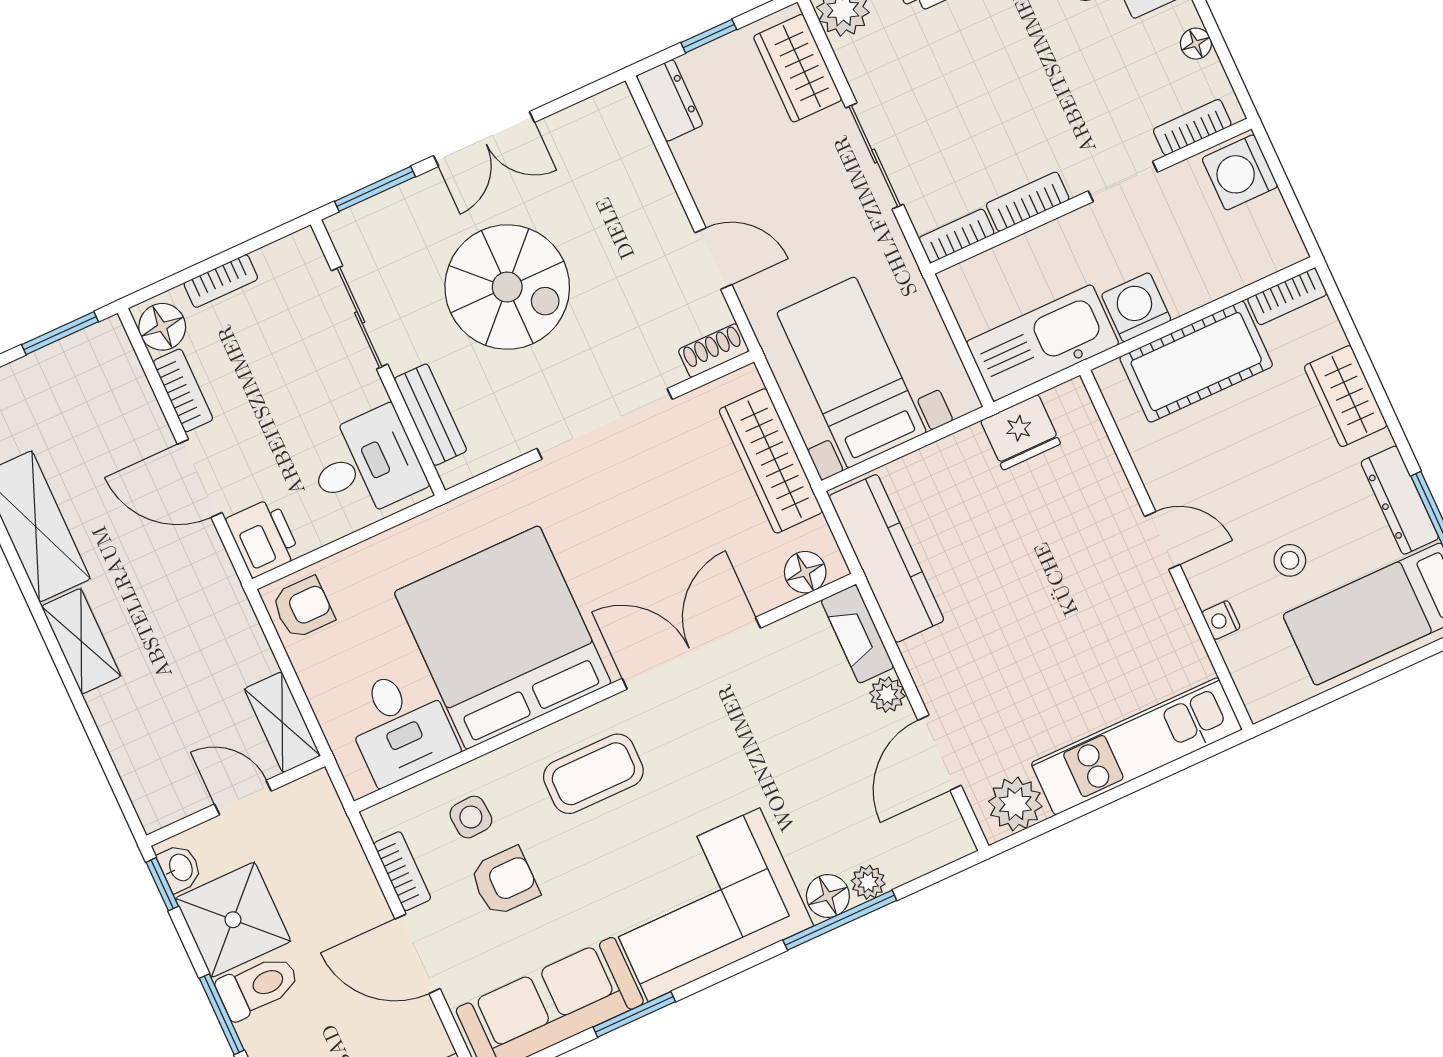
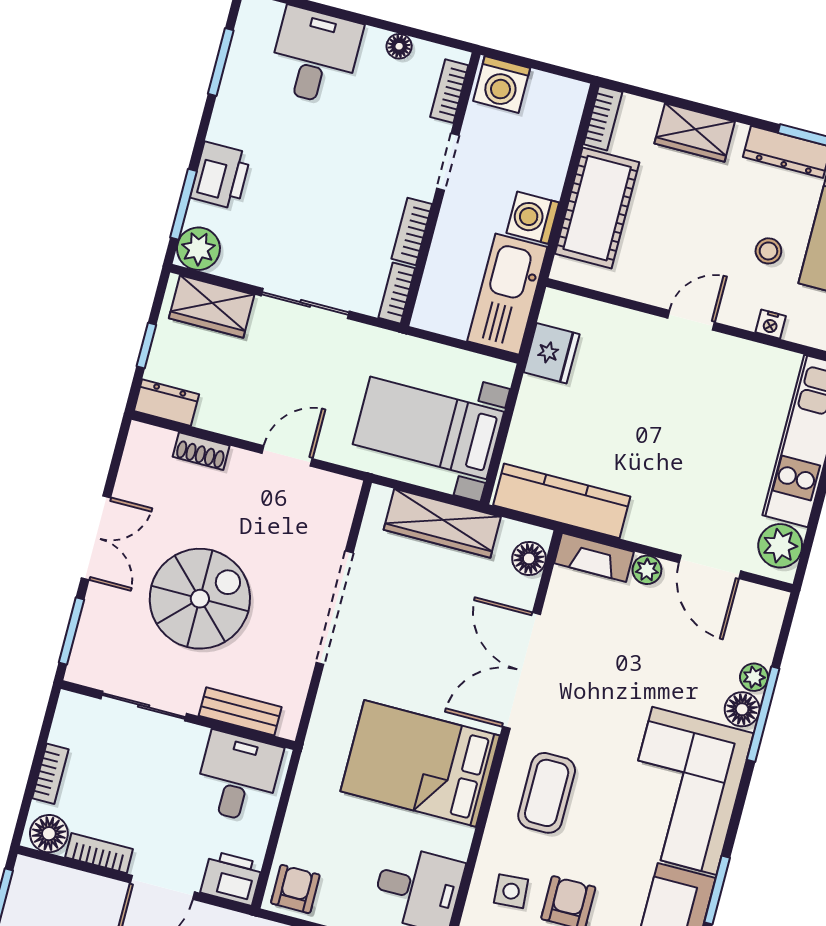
shoe rack: (714, 351) -> (201, 451), moved, turned -90
bed: (503, 638) -> (420, 763), width x0.73

